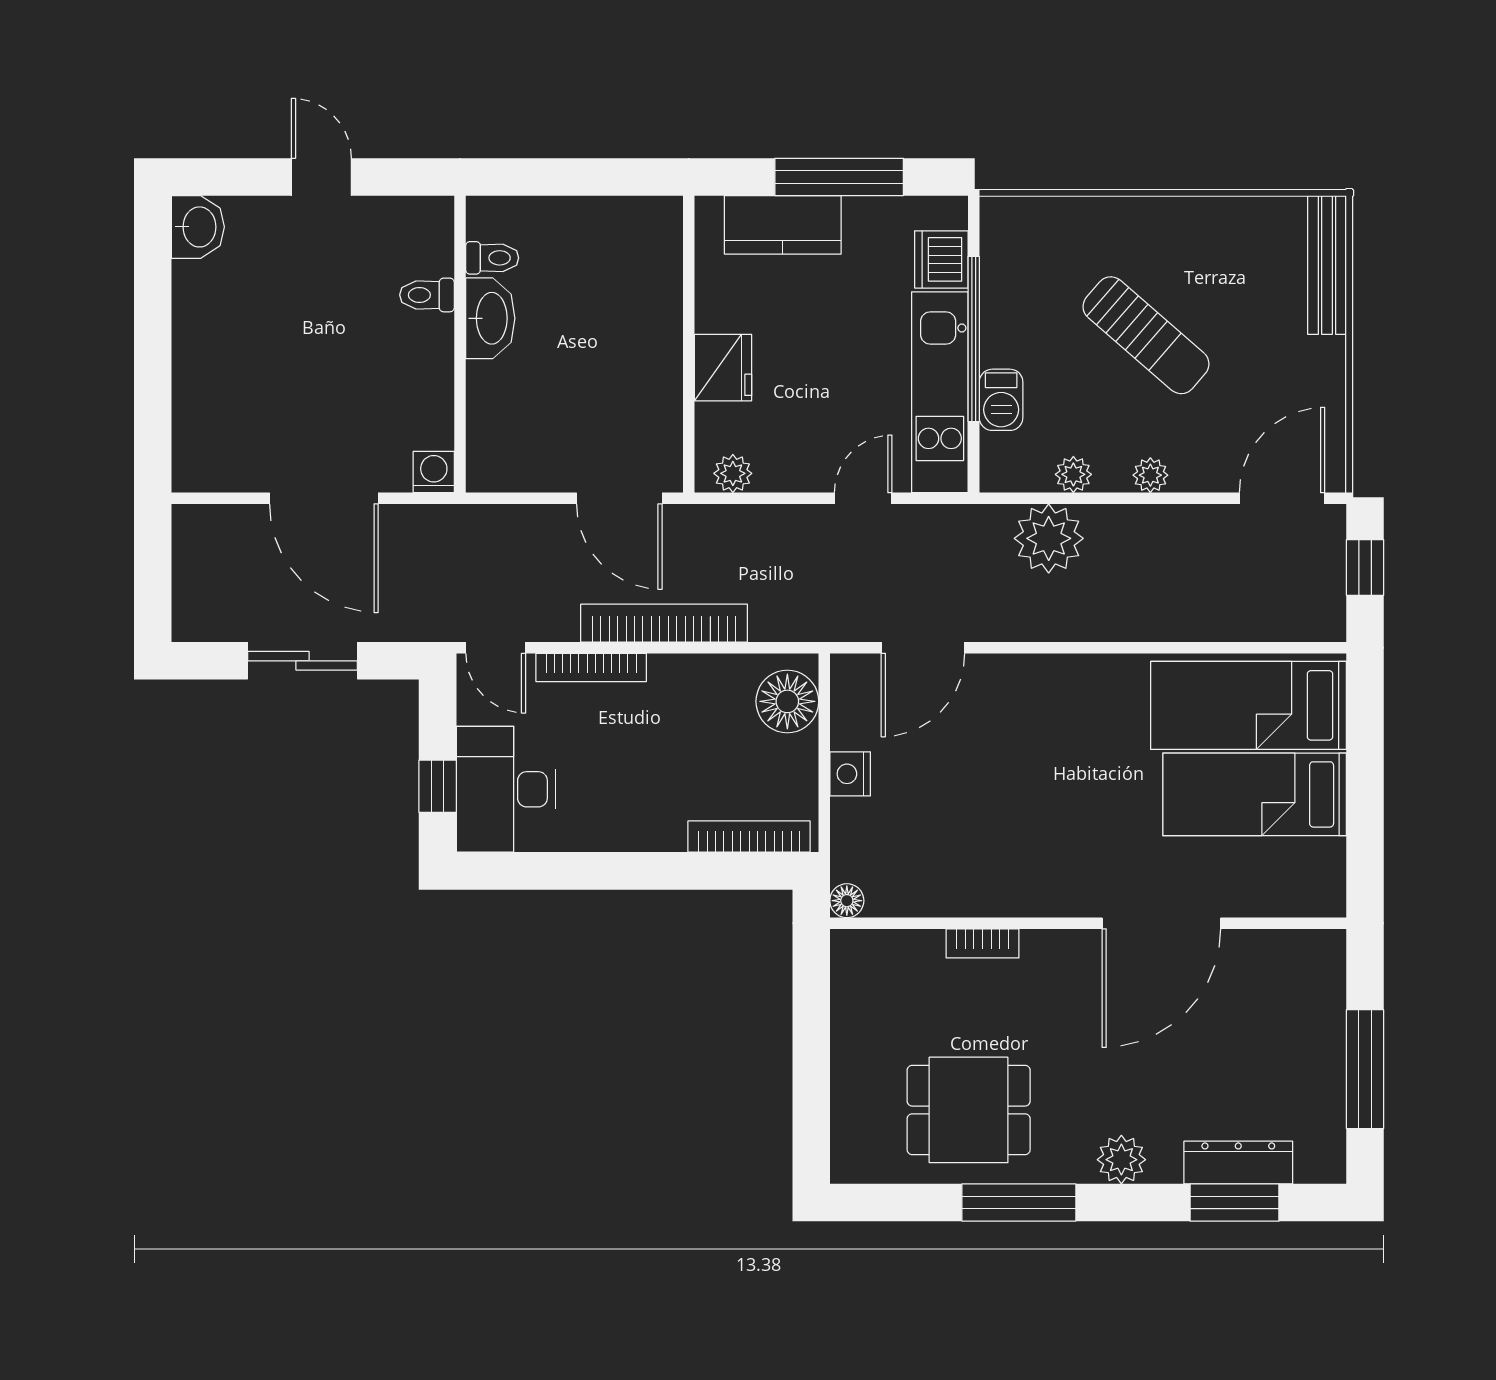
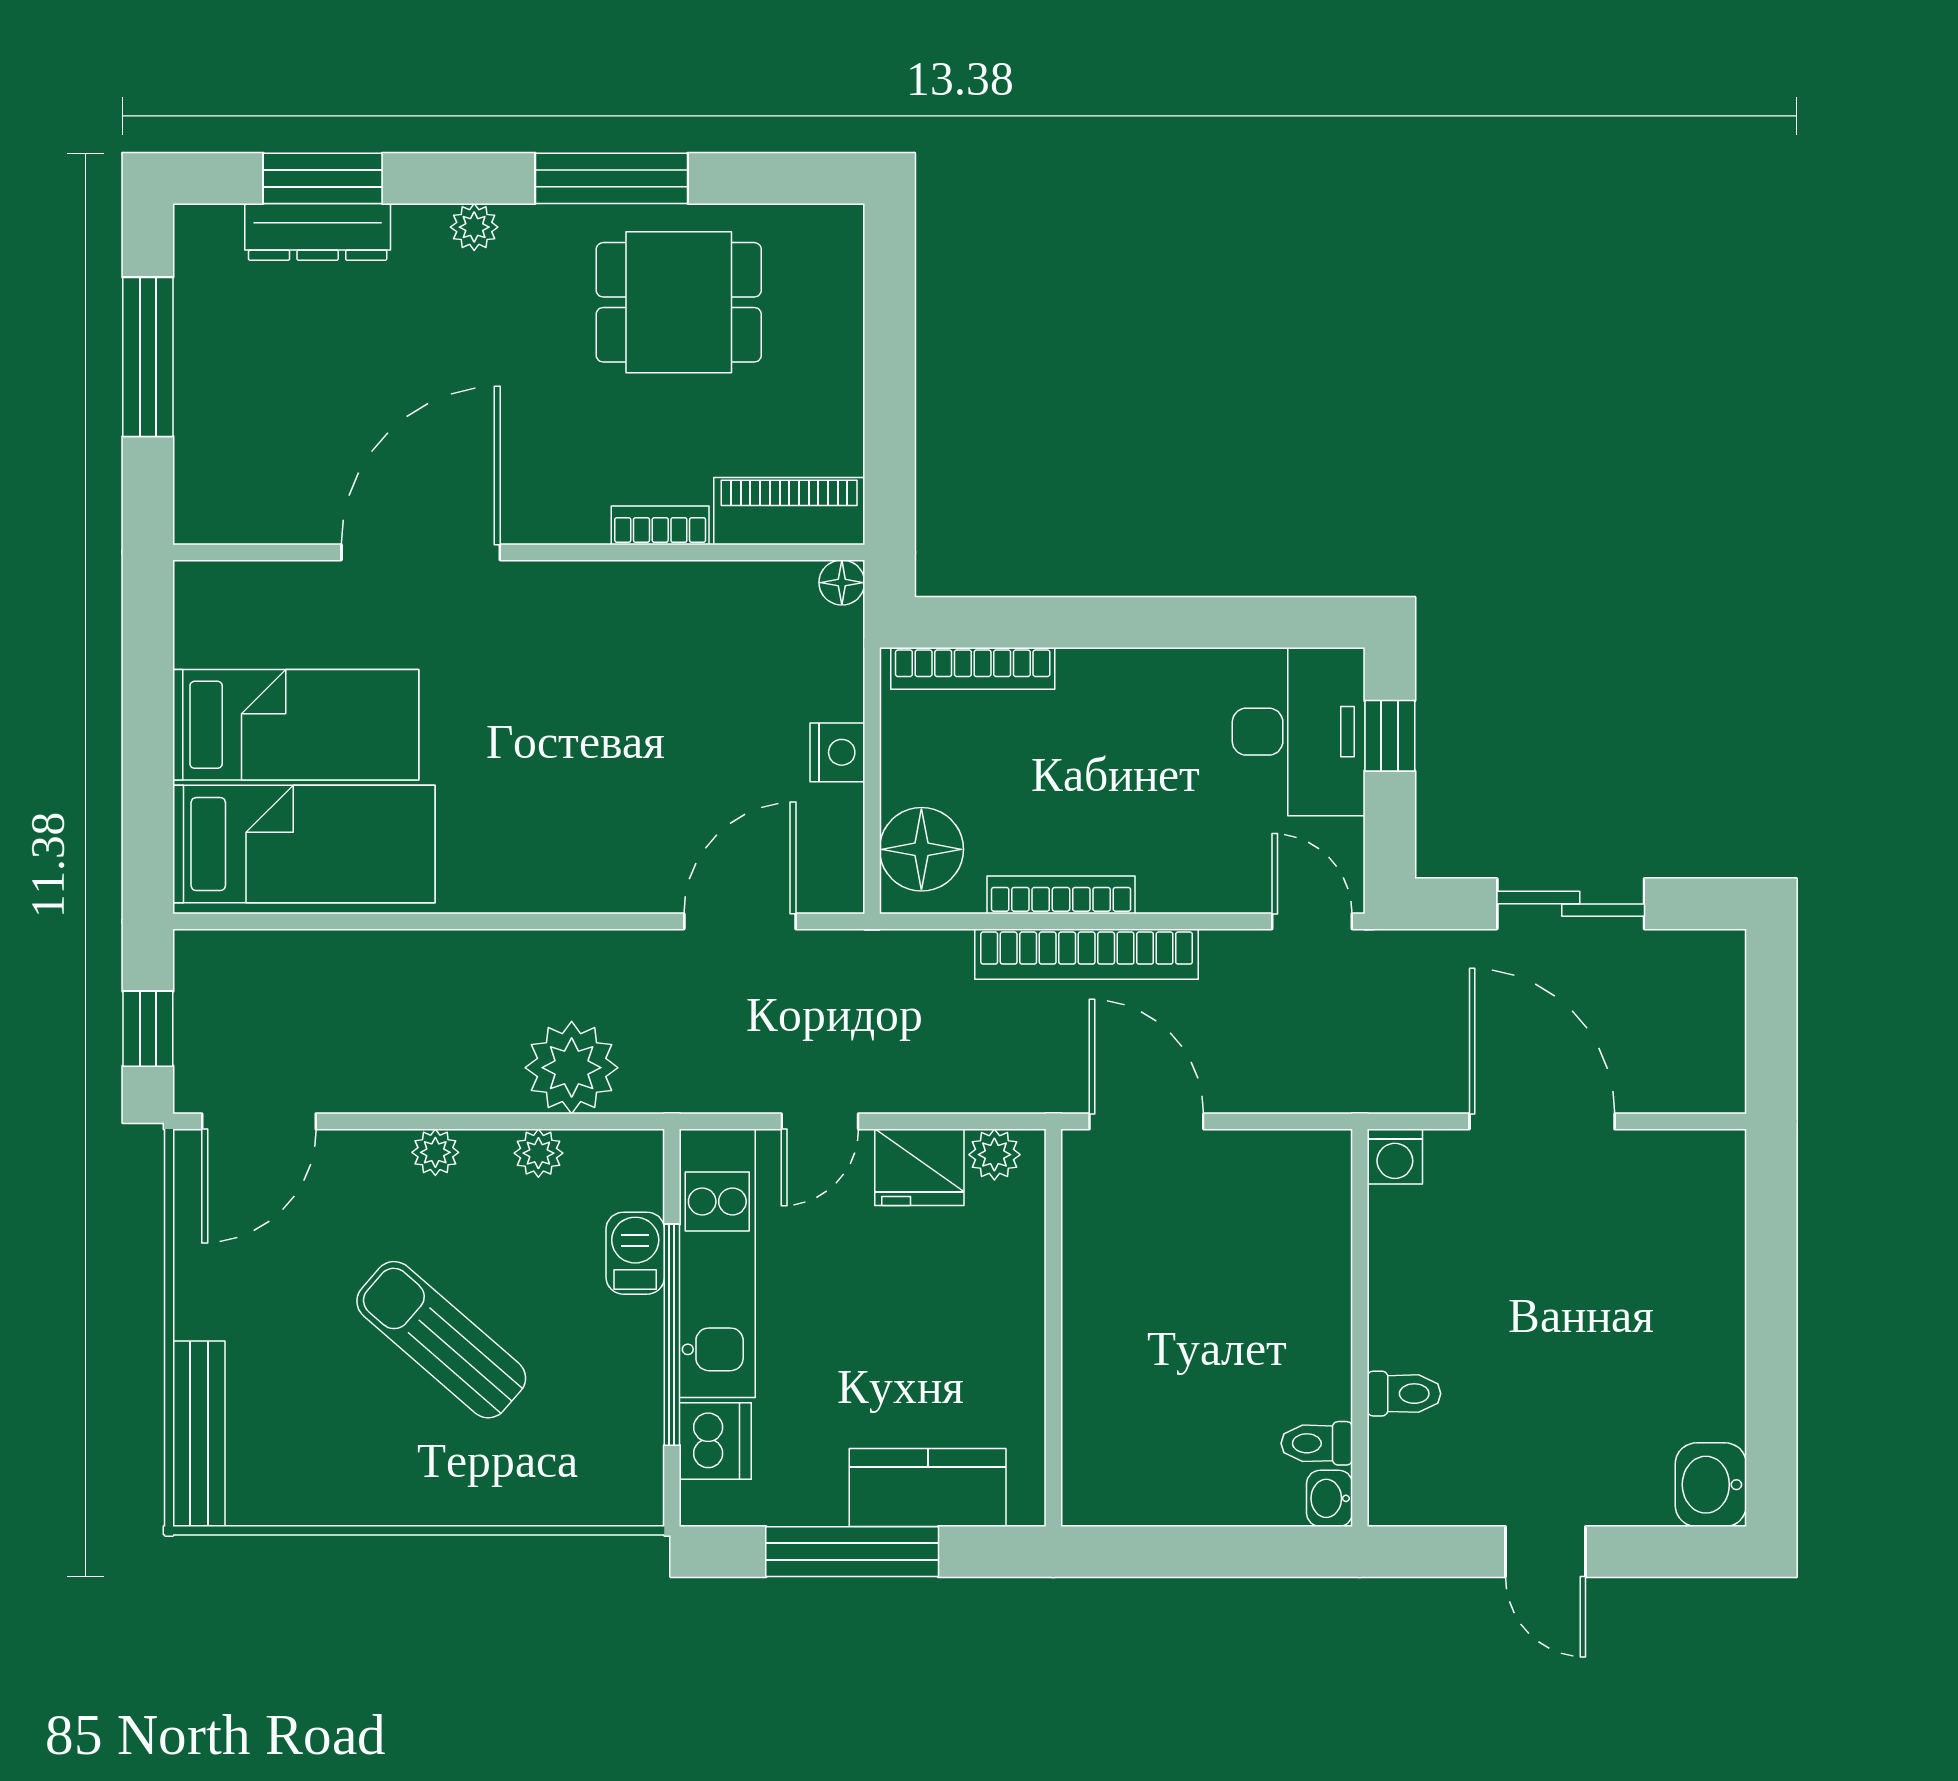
washbasin: (490, 318) -> (1329, 1498), moved, width x0.52, depth x0.69
fridge: (723, 368) -> (919, 1167), moved, turned -90
bookcase: (591, 667) -> (1061, 895), moved
piano: (886, 954) -> (789, 511), added
plant: (1121, 1160) -> (474, 227), width x0.73, depth x0.73

